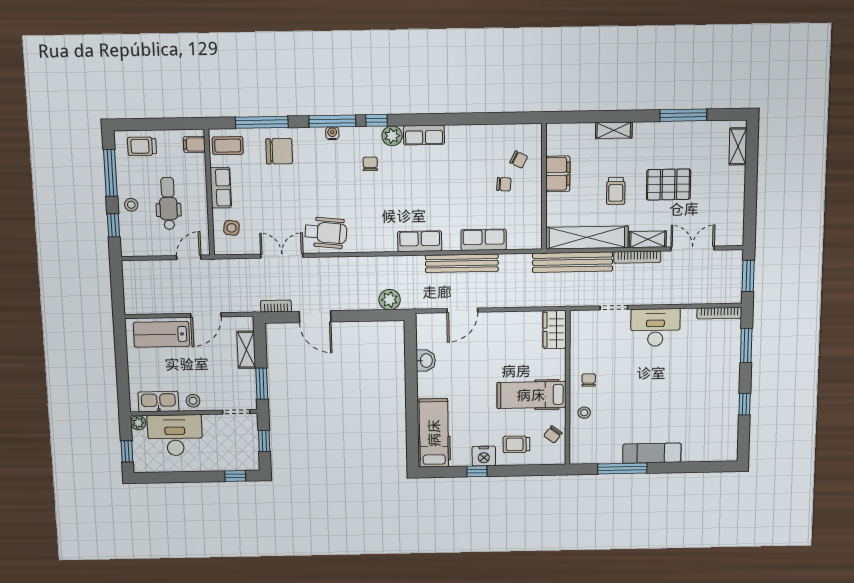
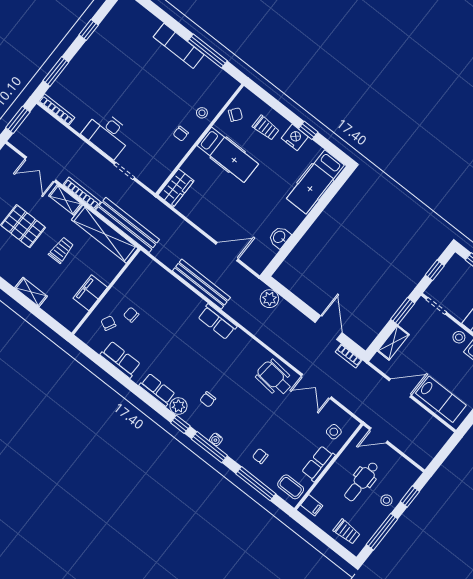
chair: (279, 151) -> (260, 456), width x0.54, depth x0.54
row of seats: (484, 240) -> (120, 359), moved, turned 180

